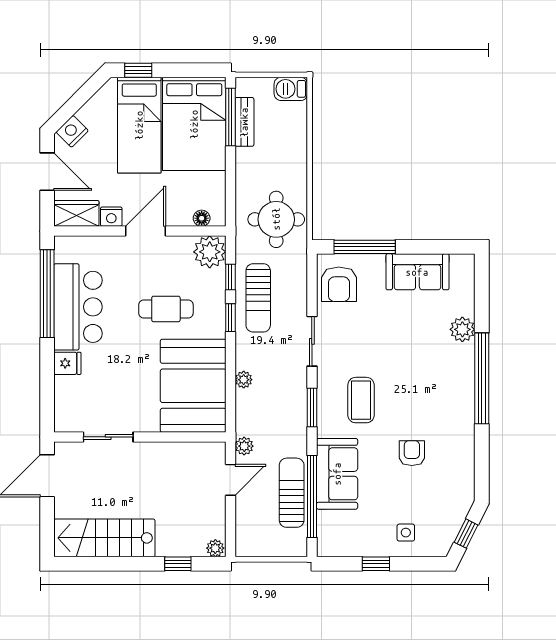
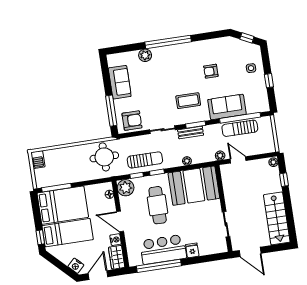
bench: (244, 122) -> (191, 132), moved
cafe table: (166, 309) -> (158, 205), width x1.37, depth x1.35

